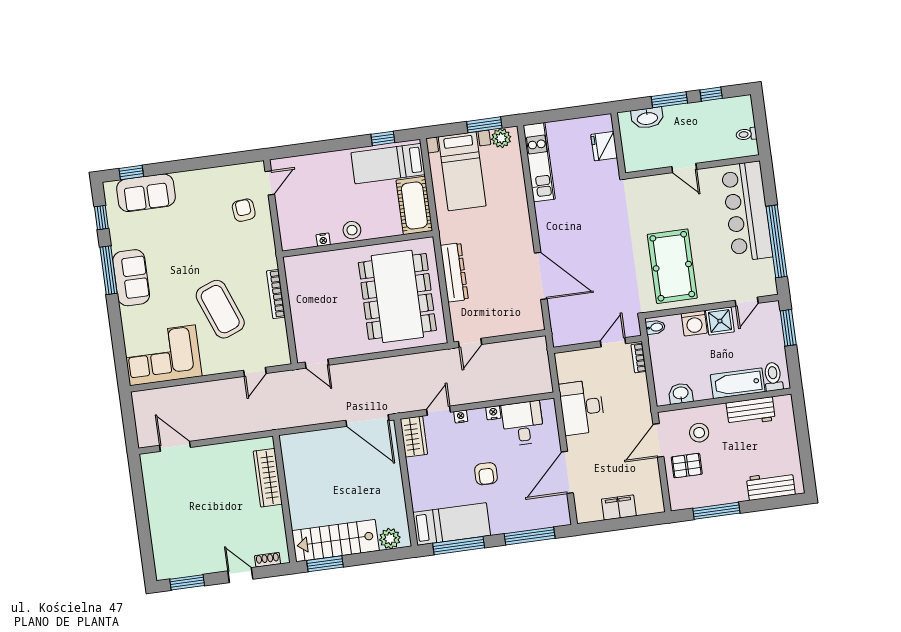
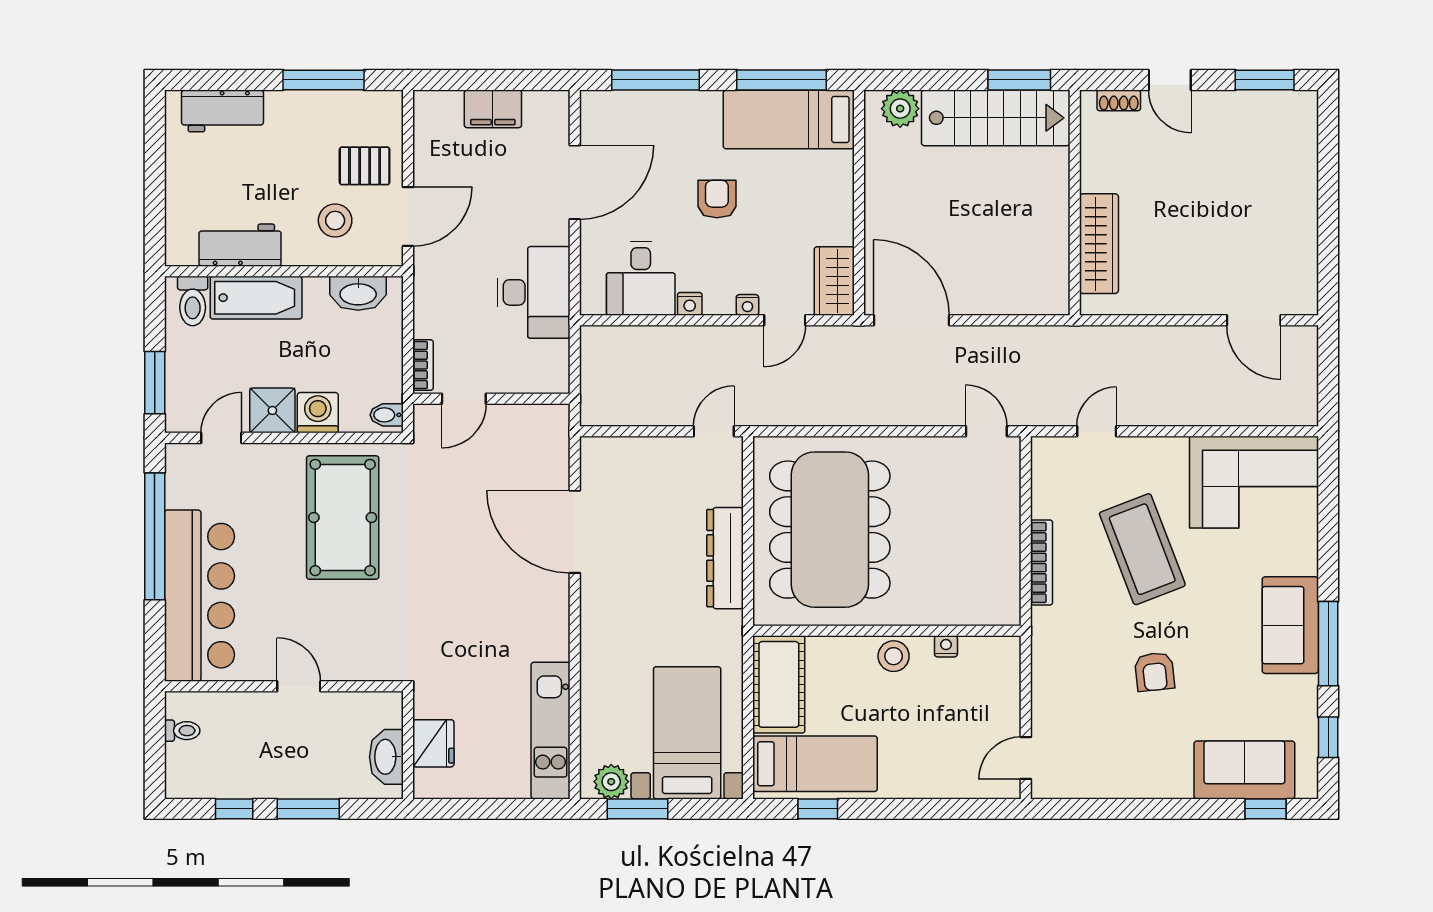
washbasin: (647, 118) -> (386, 757), moved, turned -90
armchair: (244, 210) -> (1155, 672), moved
washbasin: (681, 393) -> (358, 293), width x1.38

